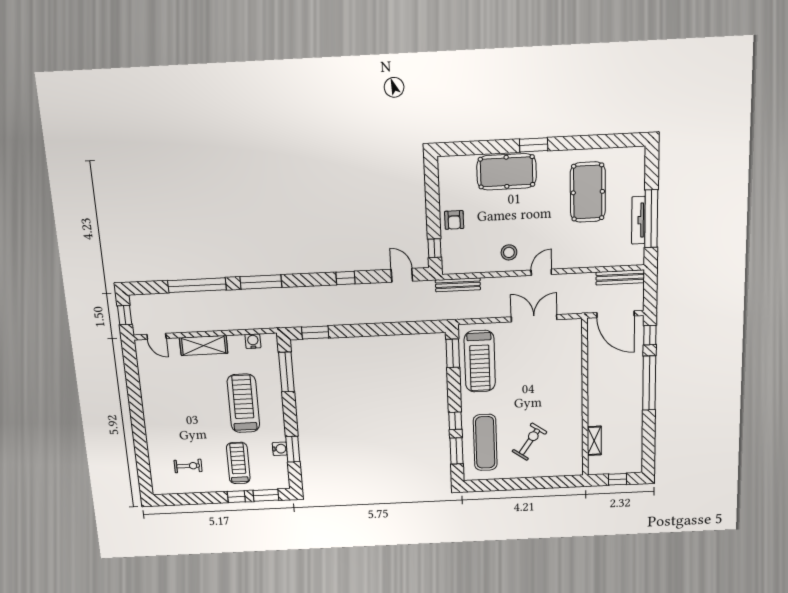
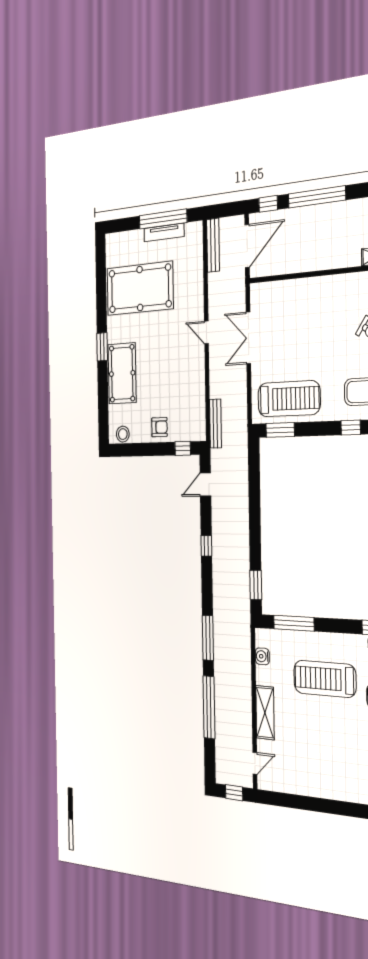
pool table: (588, 192) -> (140, 289), width x1.36, depth x1.32
stool: (509, 252) -> (123, 434), moved

